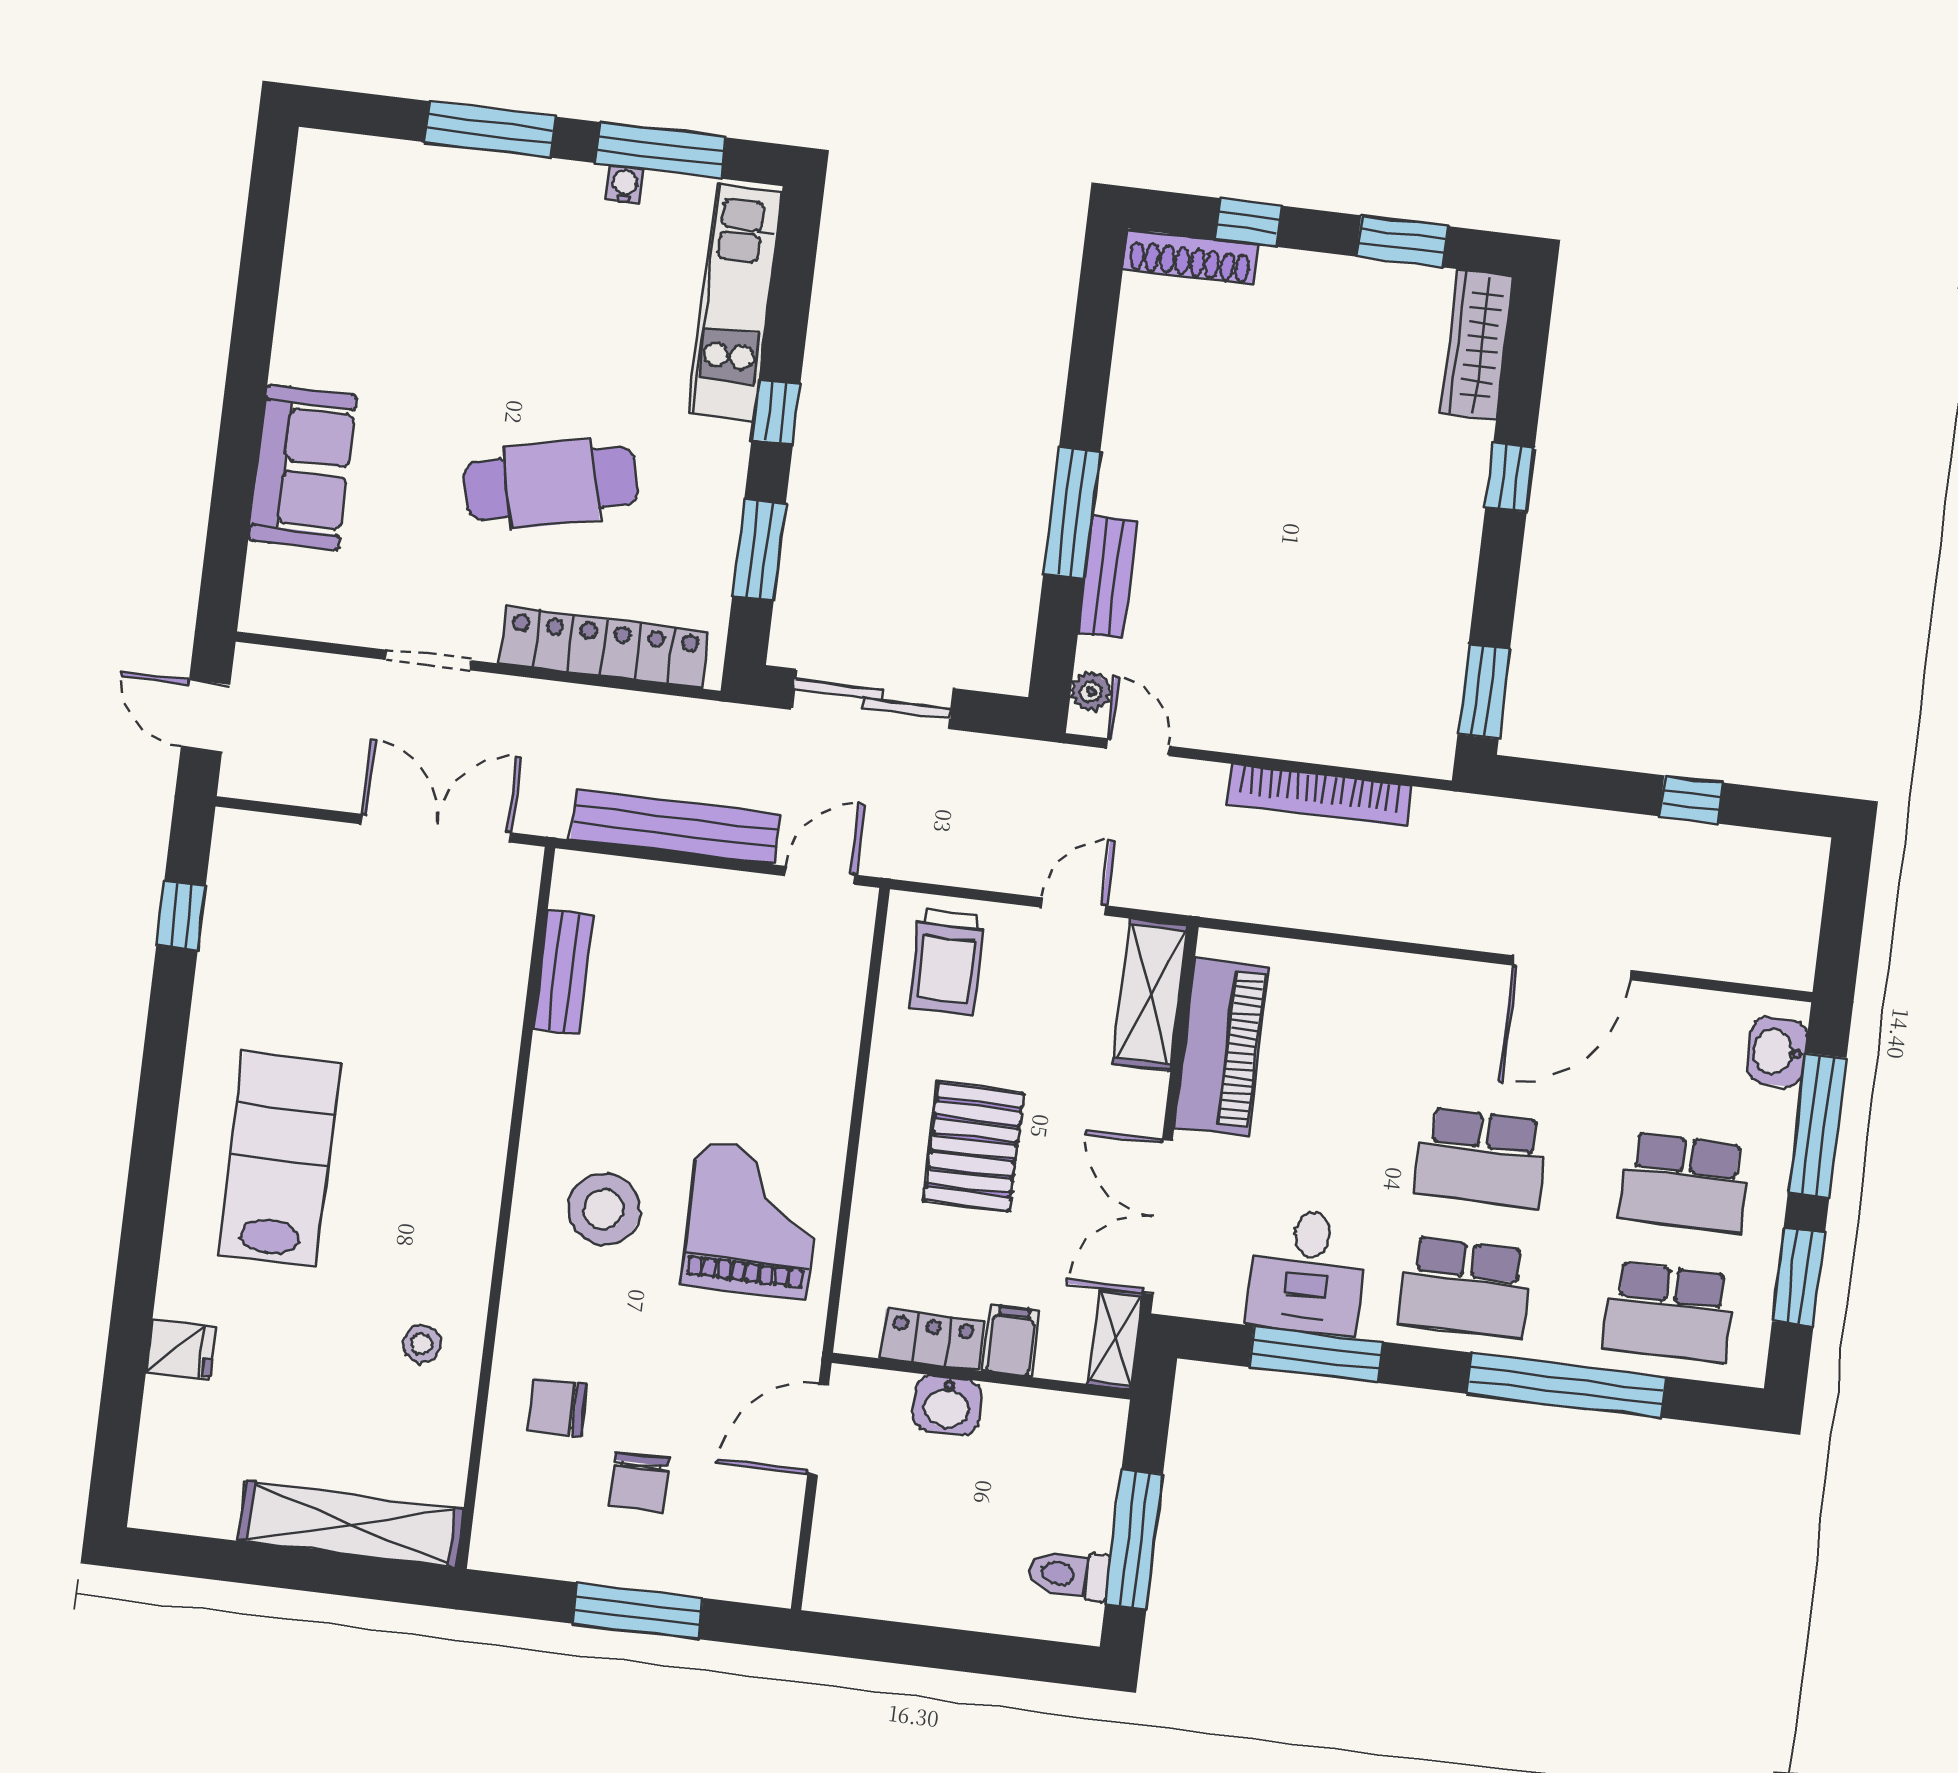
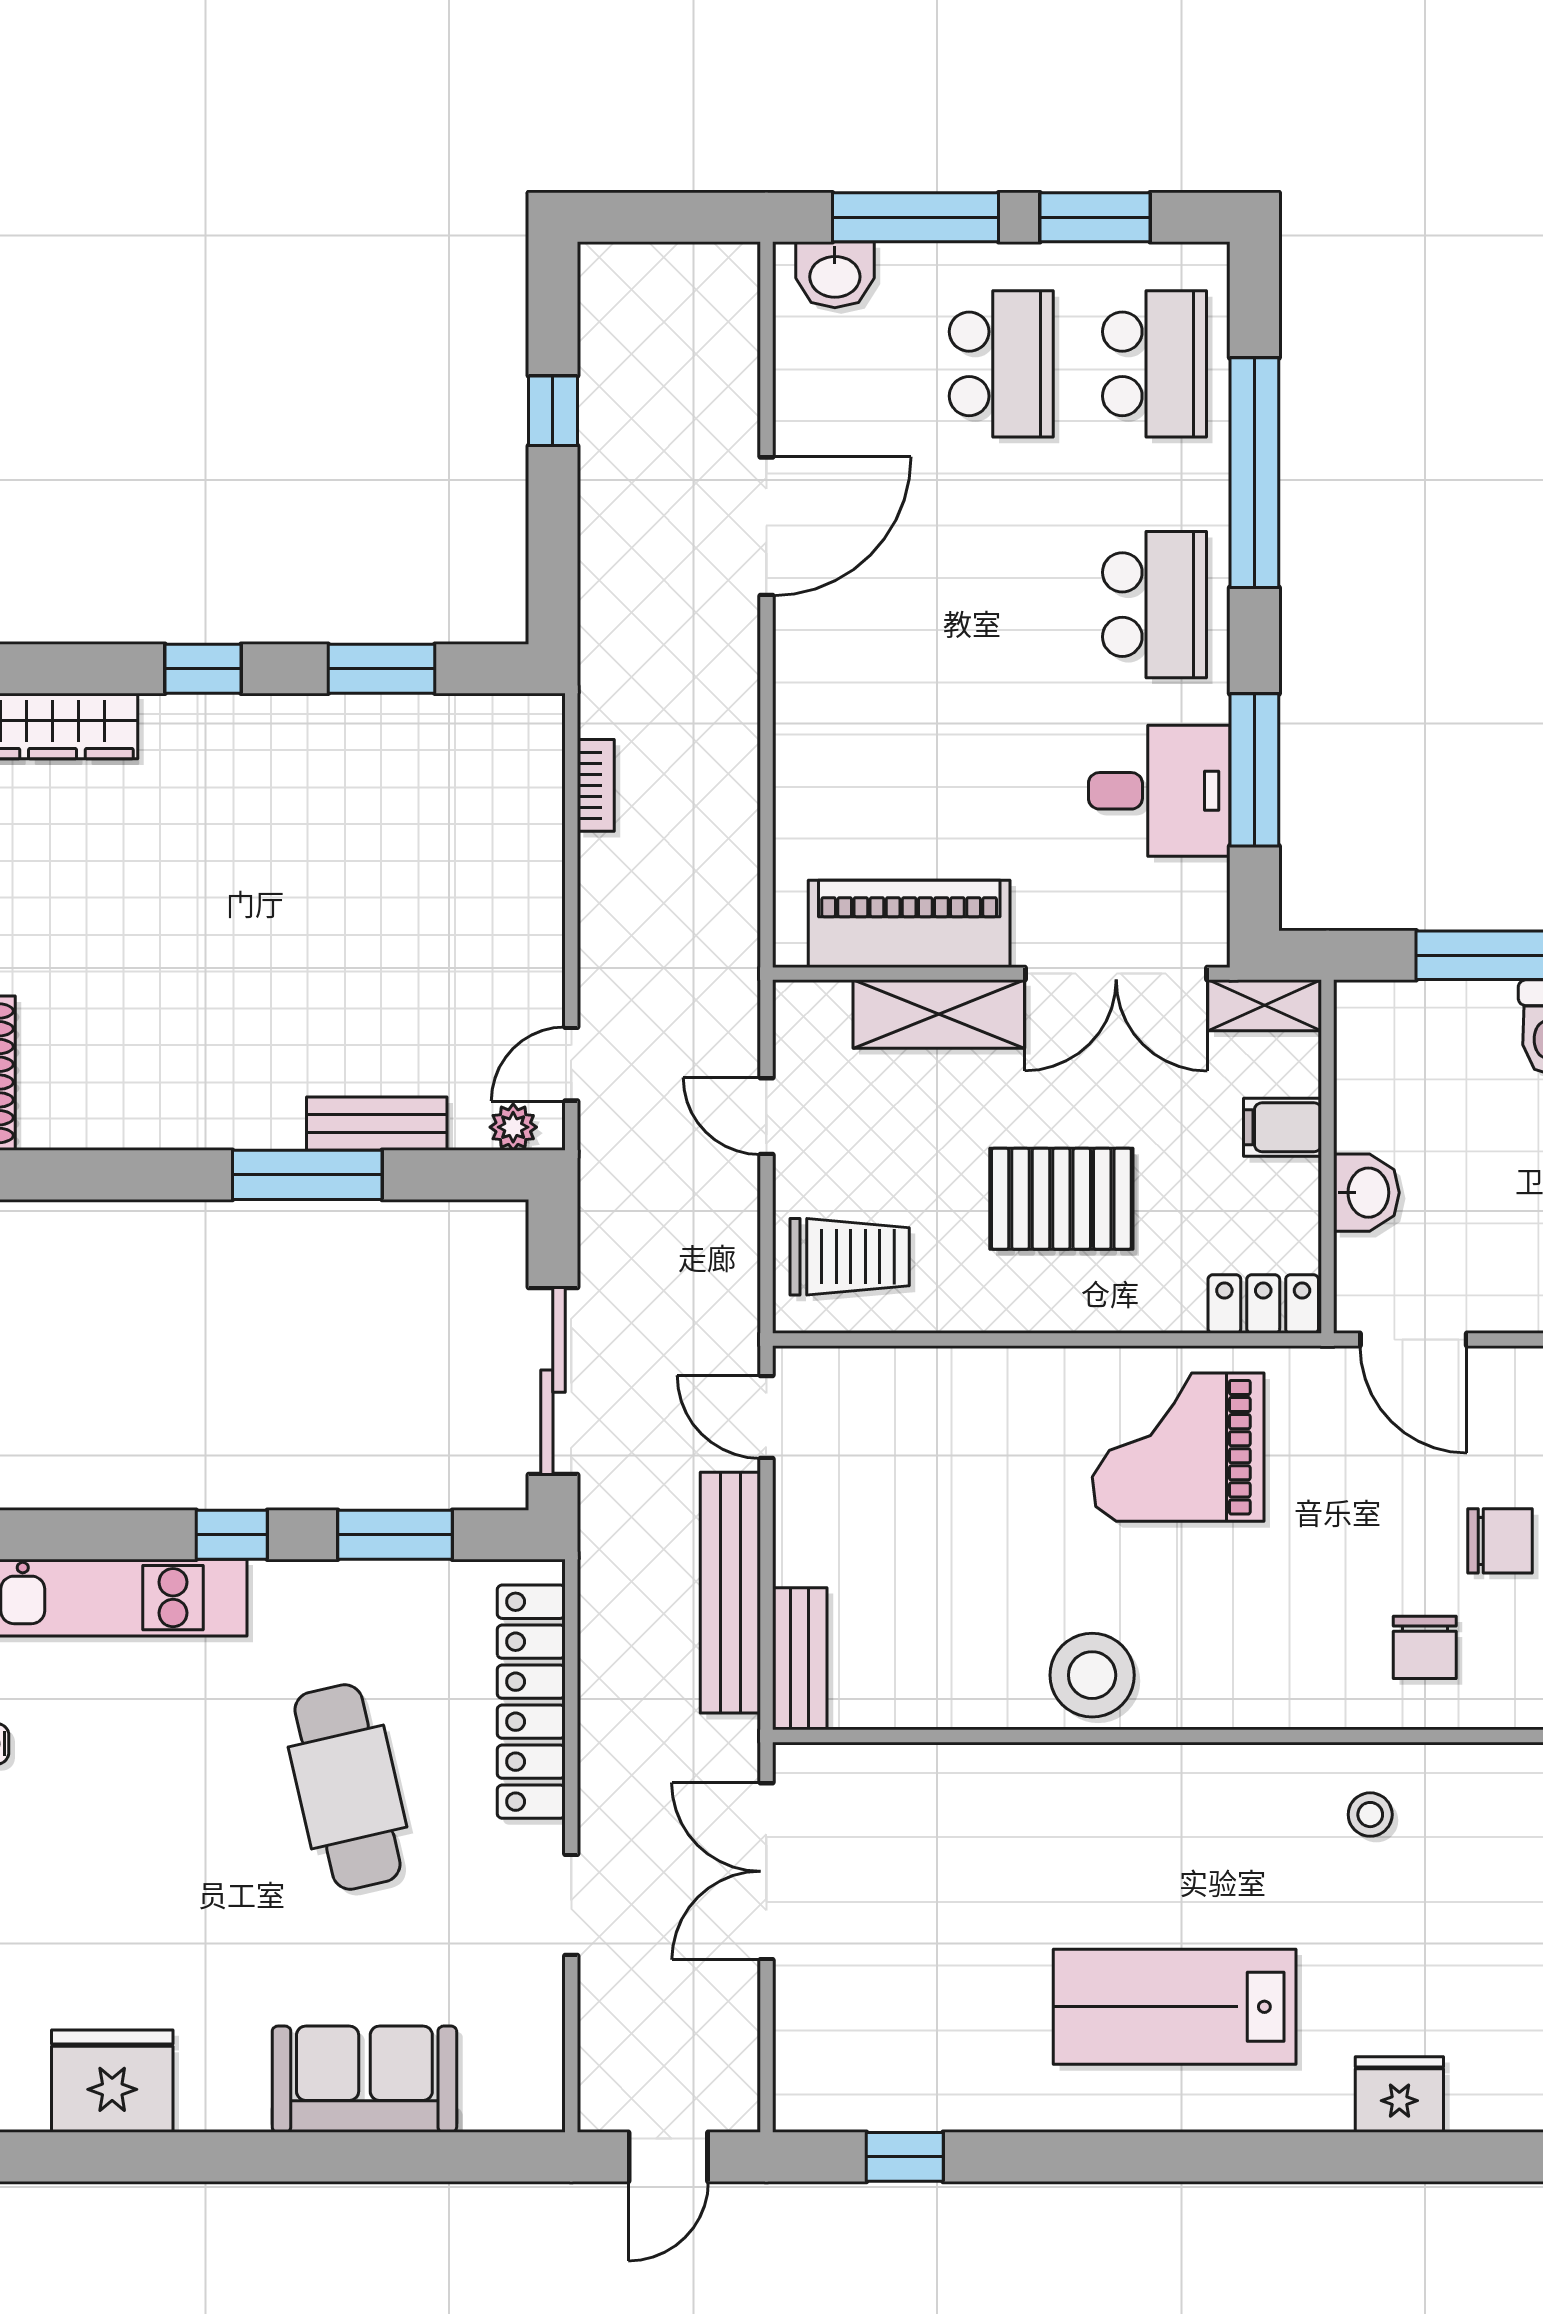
fridge: (327, 254) -> (112, 2081), added
window: (1484, 692) -> (381, 669), moved
bookcase: (1319, 795) -> (596, 785), width x0.43, depth x0.76
door: (1572, 968) -> (766, 526), hinge flipped
bench: (563, 972) -> (800, 1659), moved, turned 90
shelving: (1150, 995) -> (939, 1014), moved
school desk: (1481, 1158) -> (1001, 605), removed
stool: (604, 1209) -> (1092, 1675), moved
locker: (932, 1340) -> (1263, 1304), moved, turned 90
fridge: (181, 1350) -> (1399, 2095), width x1.38

